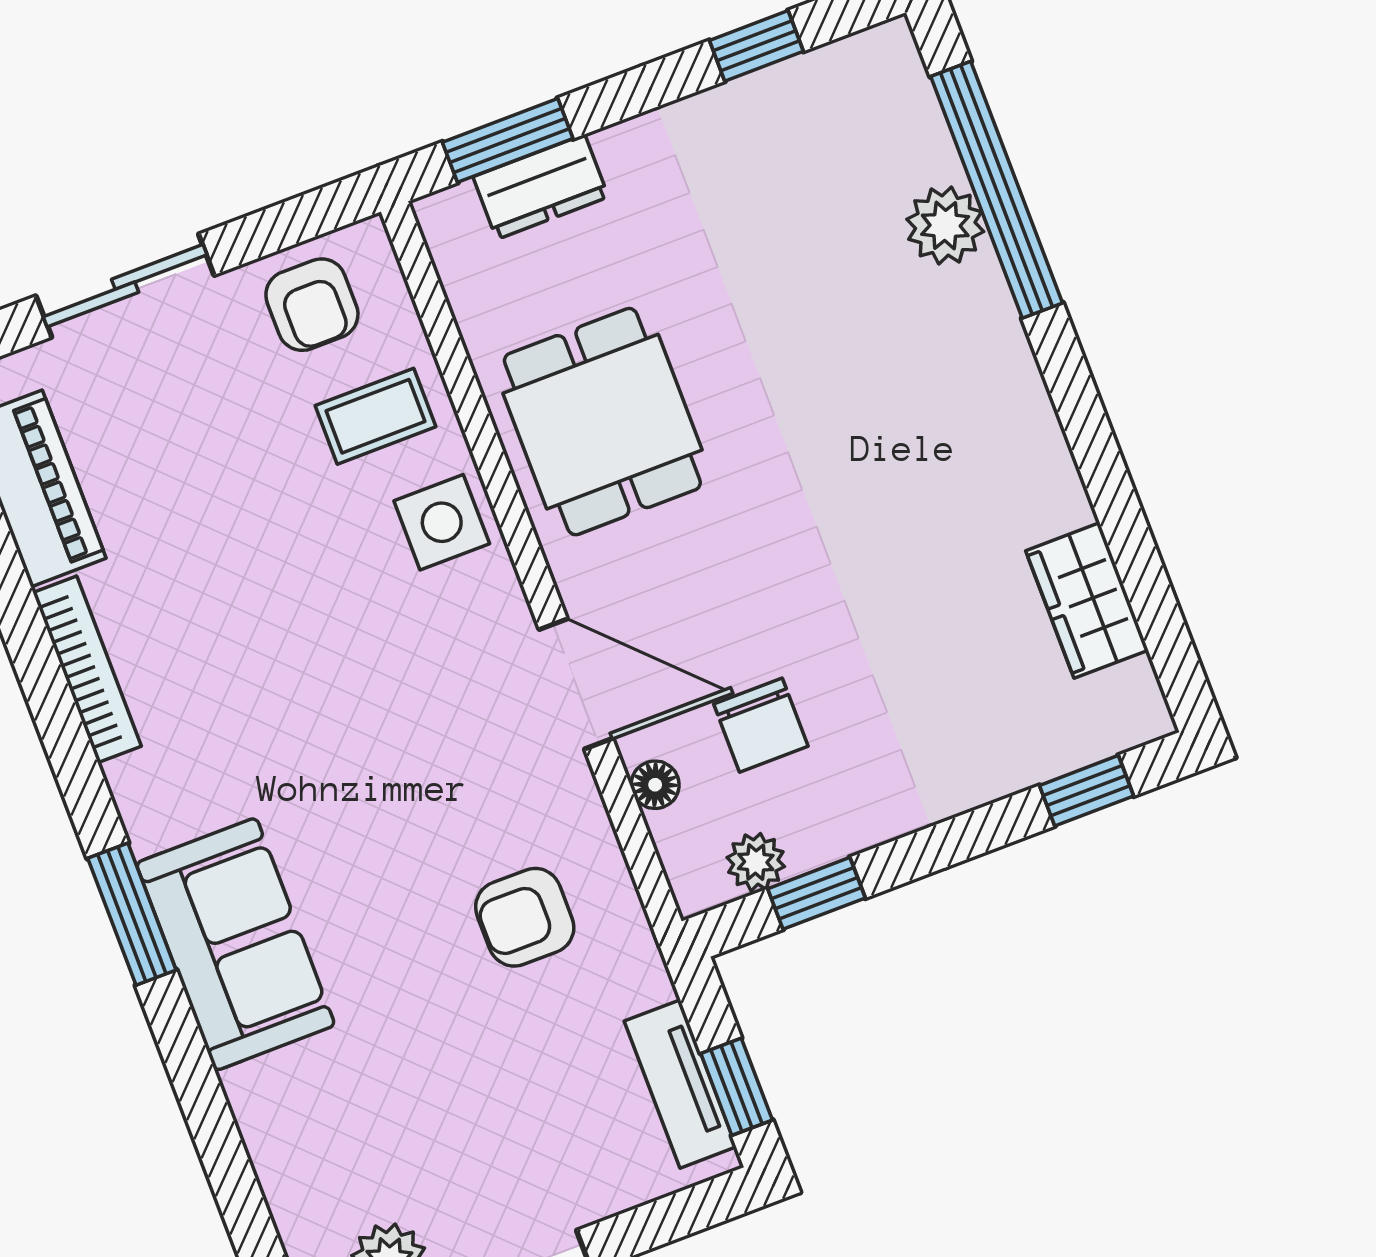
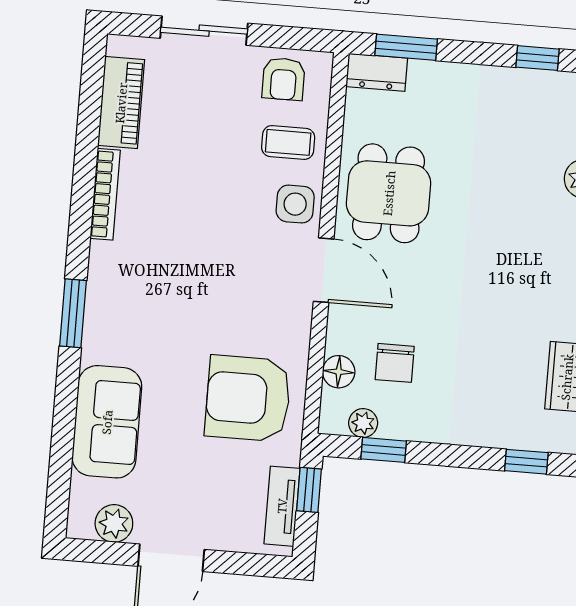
dresser: (541, 187) -> (377, 72), moved
door: (576, 684) -> (324, 270), moved
floor lamp: (655, 785) -> (339, 372), width x1.37, depth x1.37
armchair: (525, 917) -> (248, 398), width x1.88, depth x1.88
sofa: (236, 944) -> (107, 422), moved
window: (737, 1087) -> (309, 490), moved

